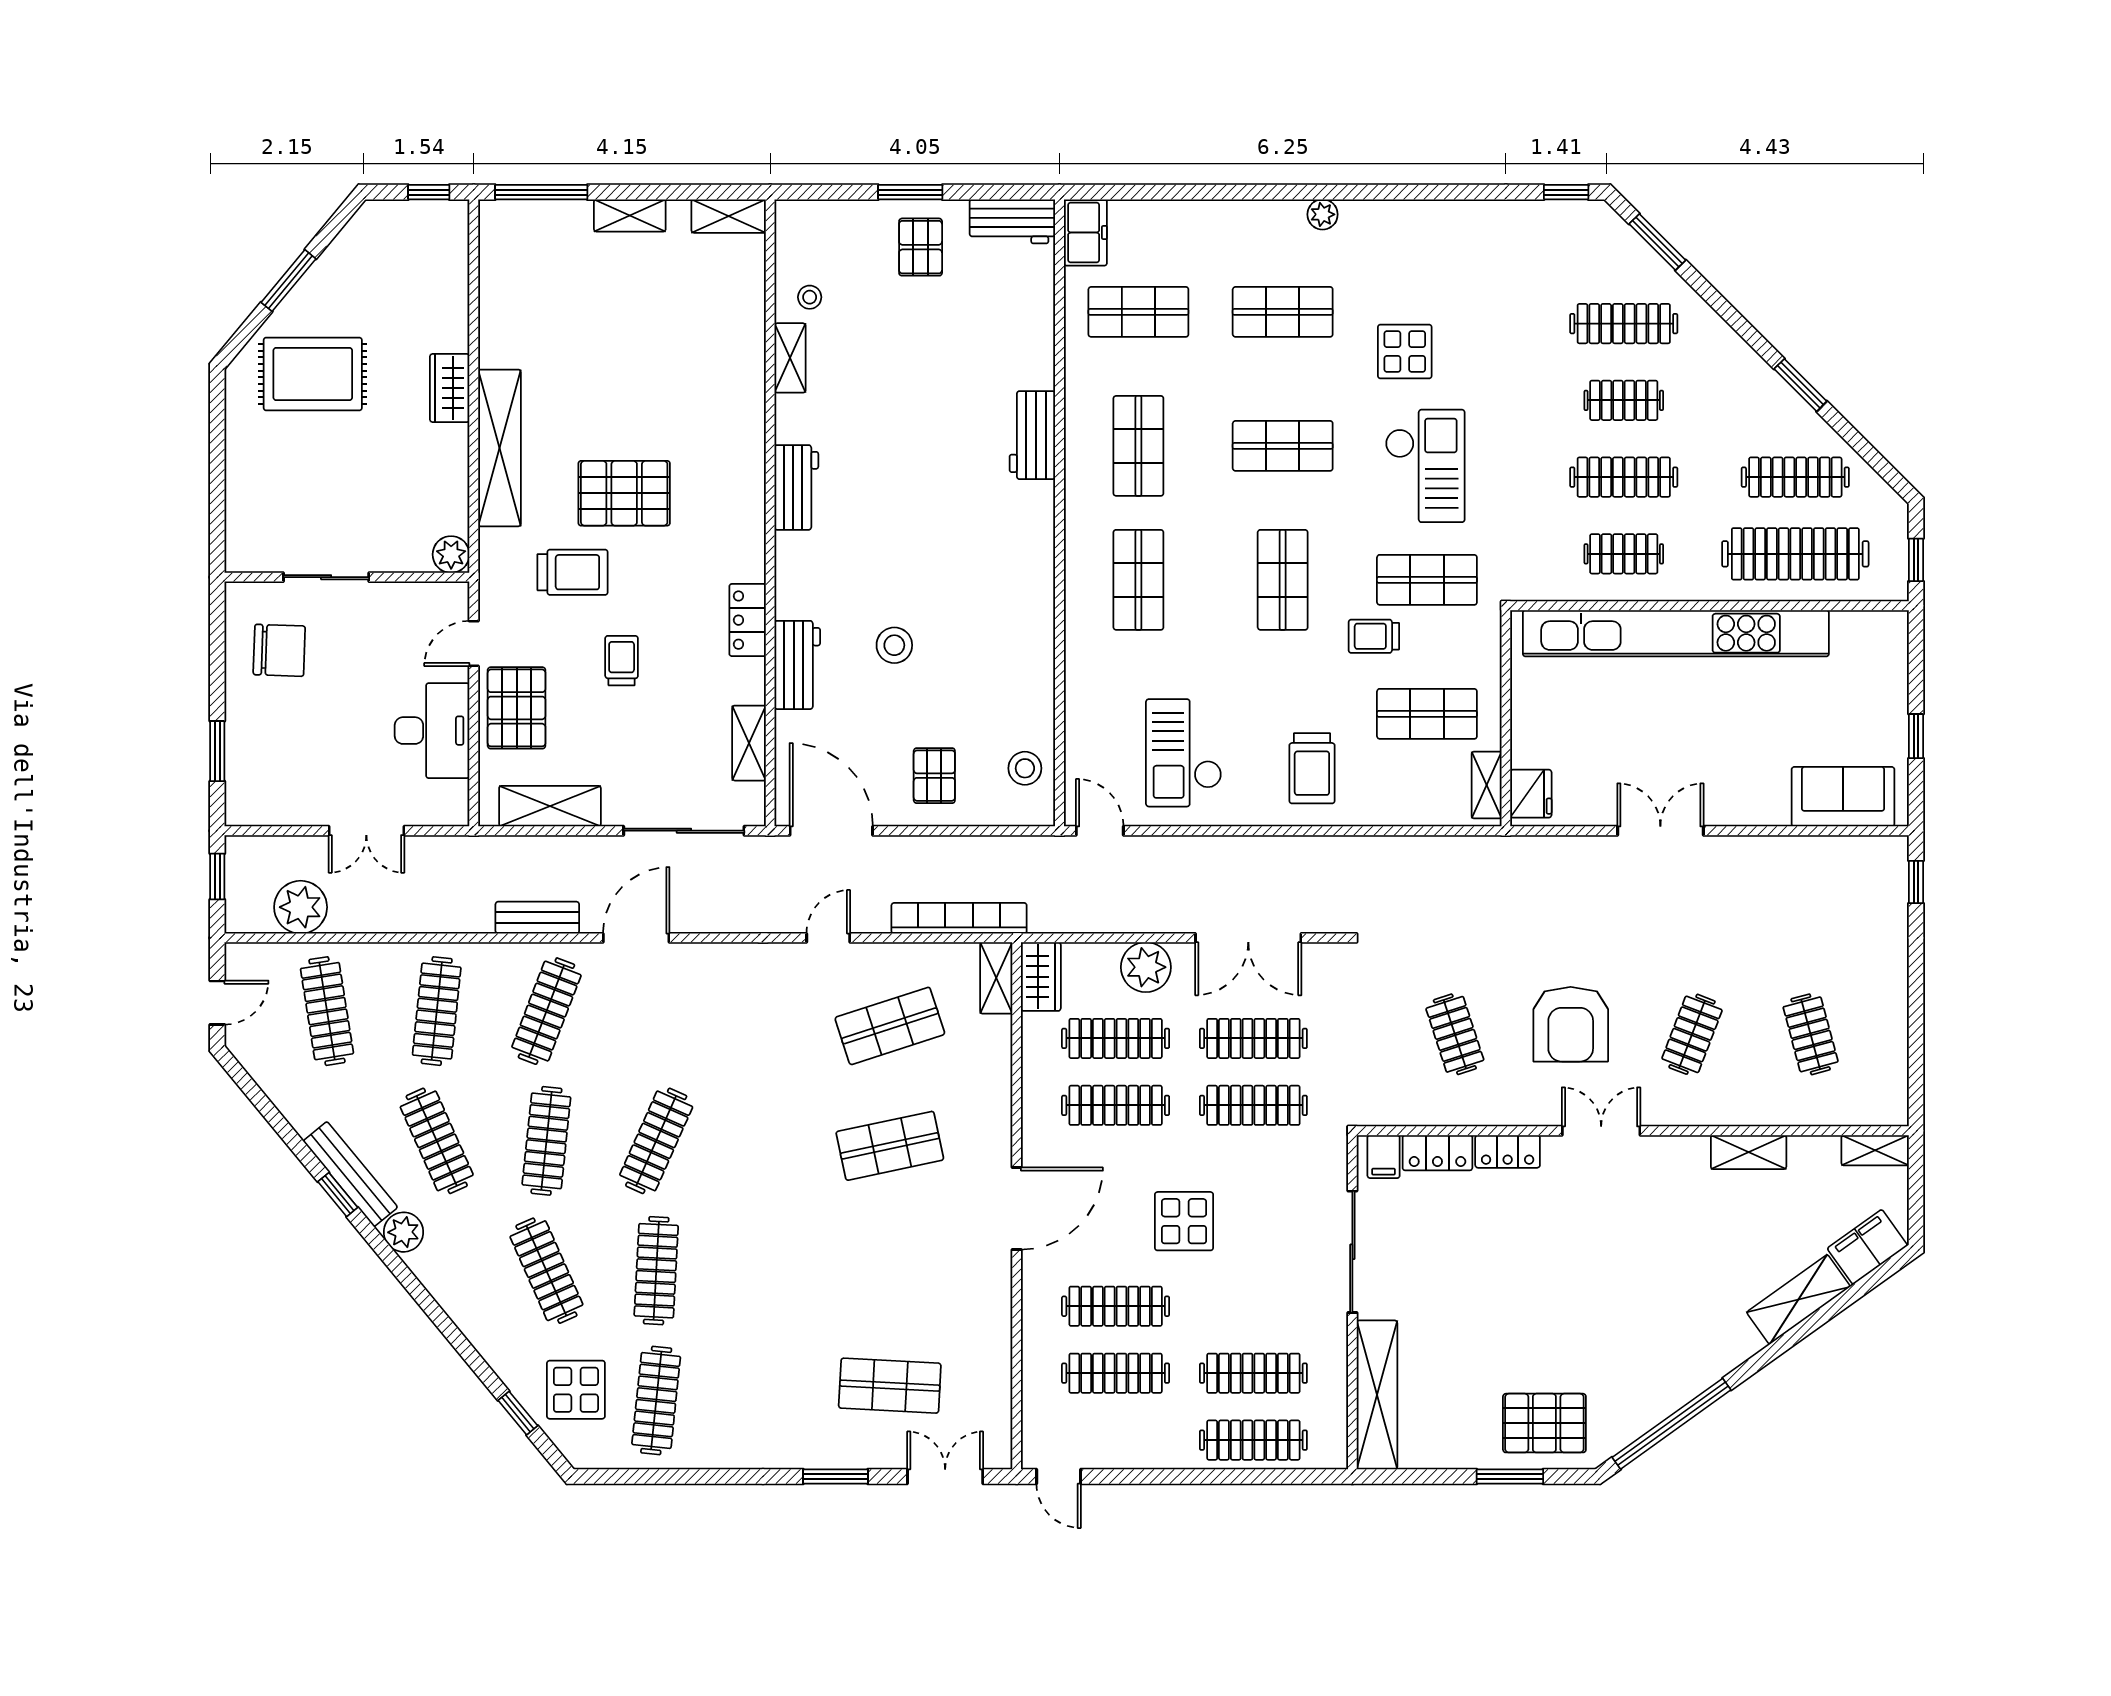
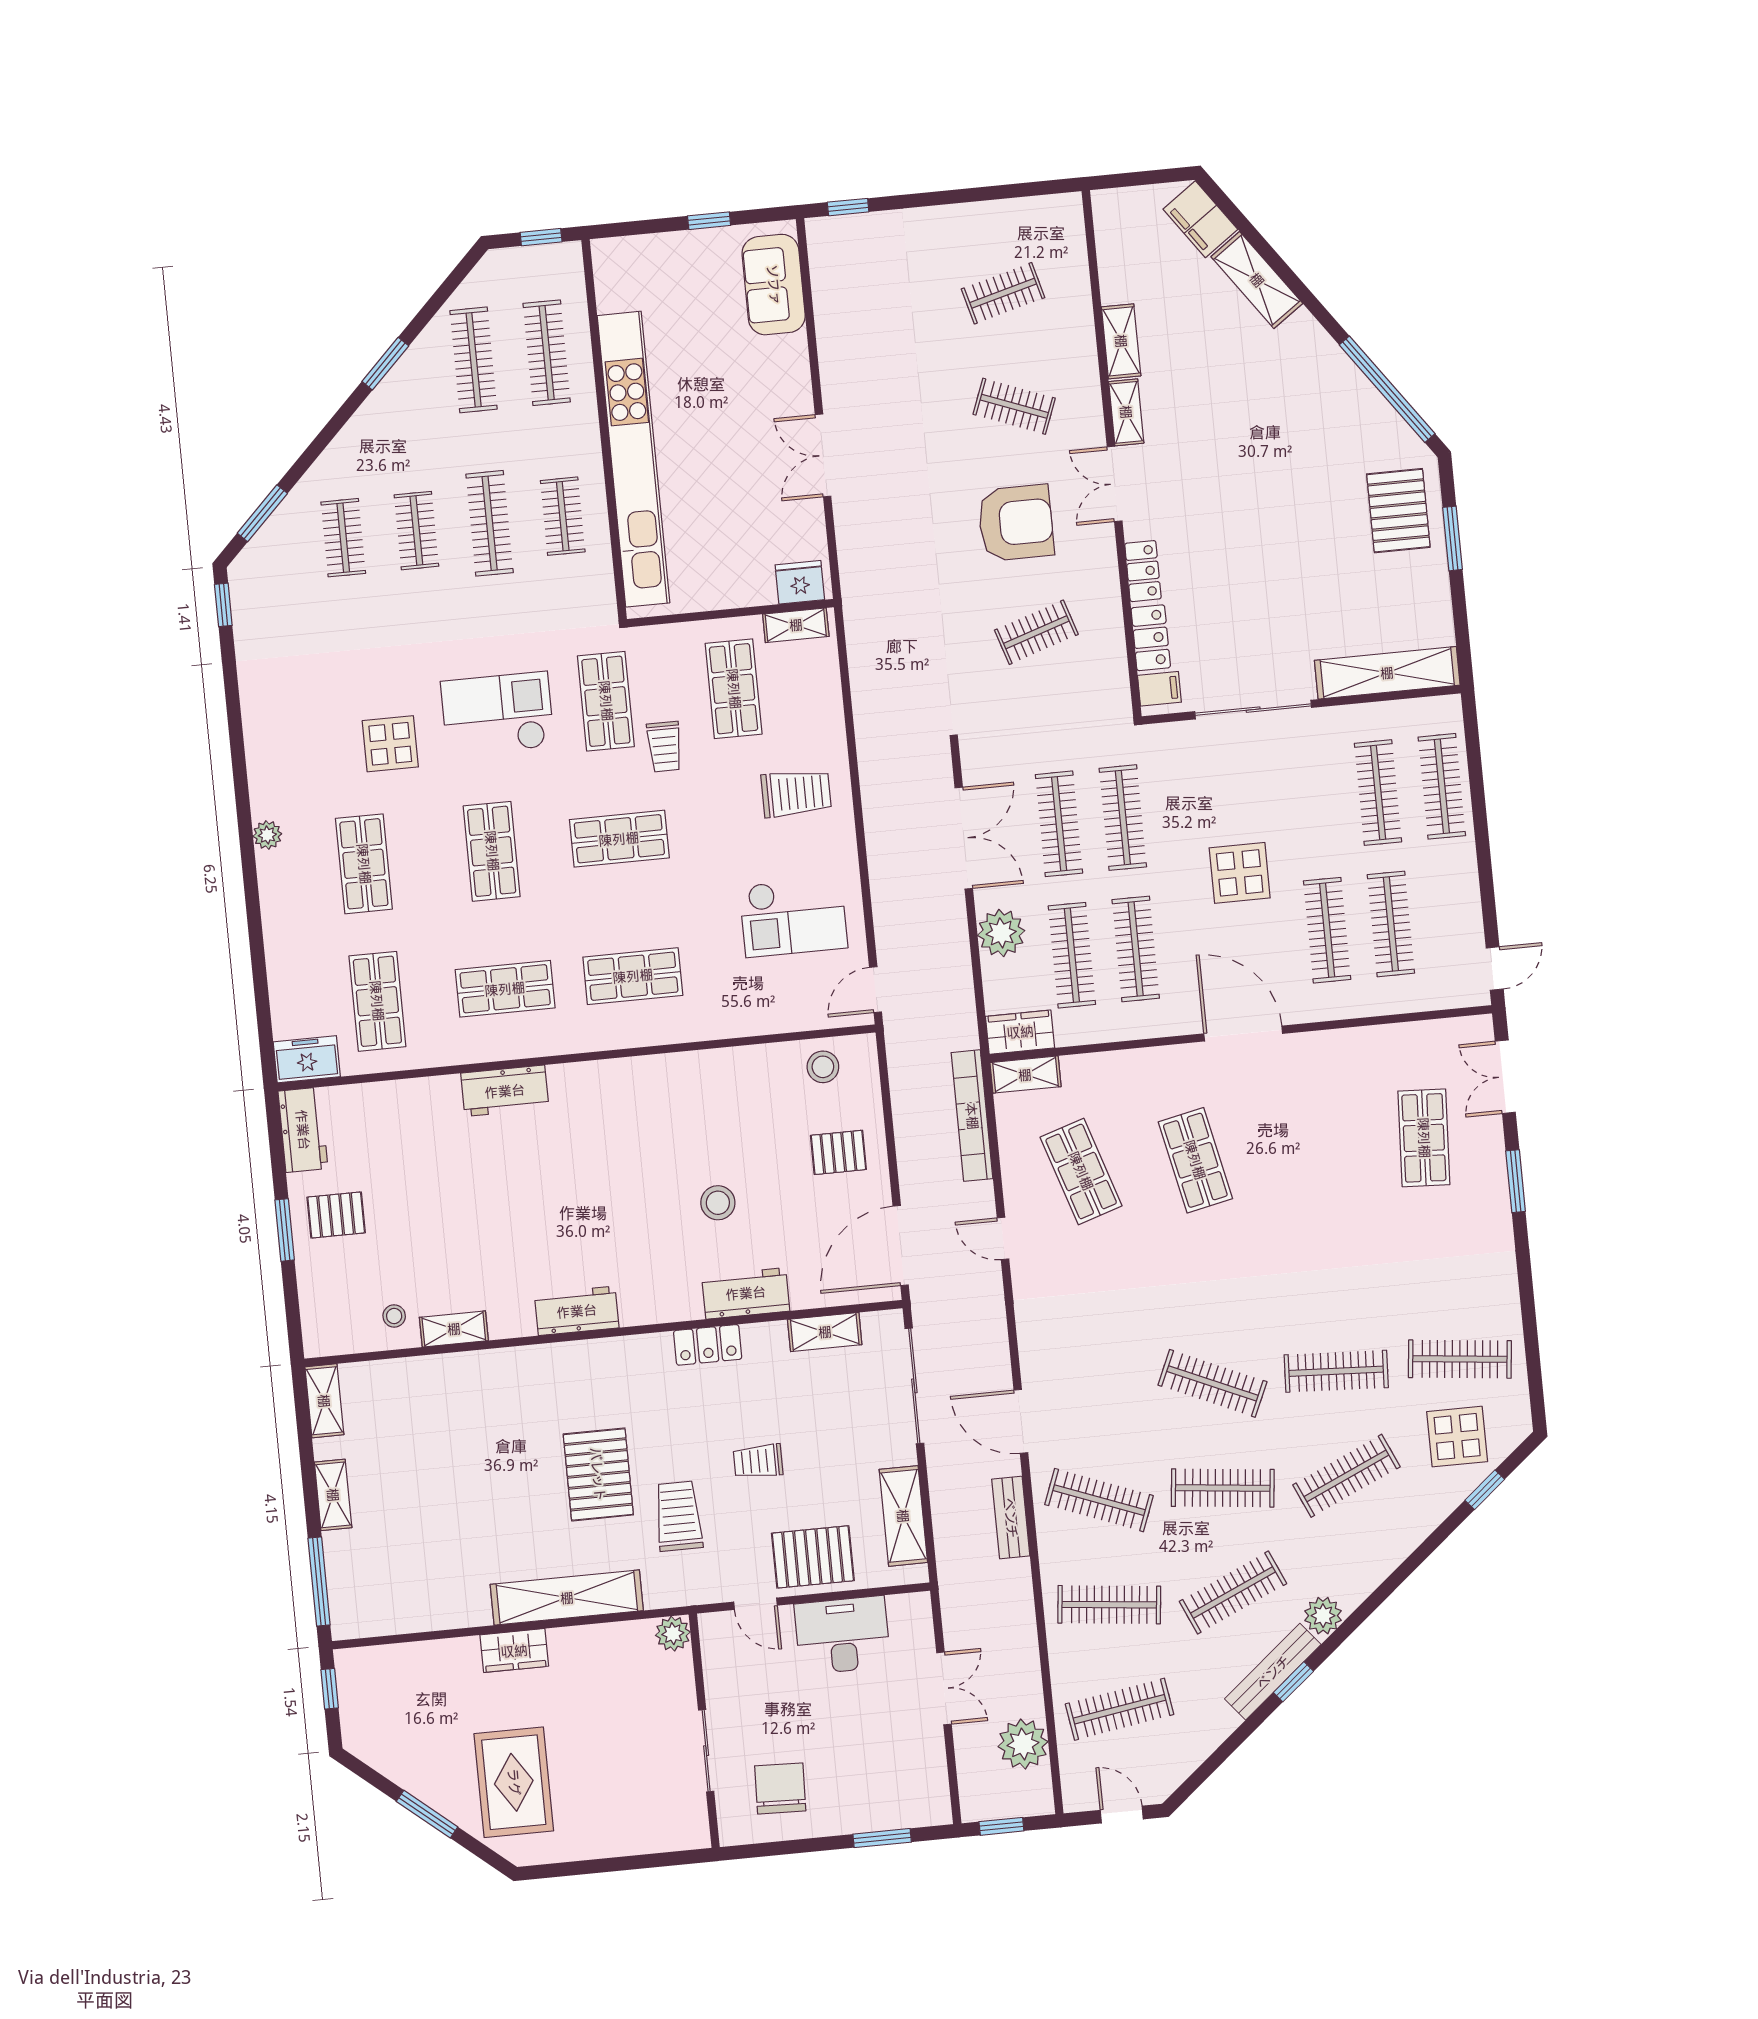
clothes rail: (1624, 324) -> (343, 538), width x0.73
clothes rail: (1795, 554) -> (547, 353), width x0.73, depth x0.76
shelving: (1875, 1150) -> (1126, 412), moved

